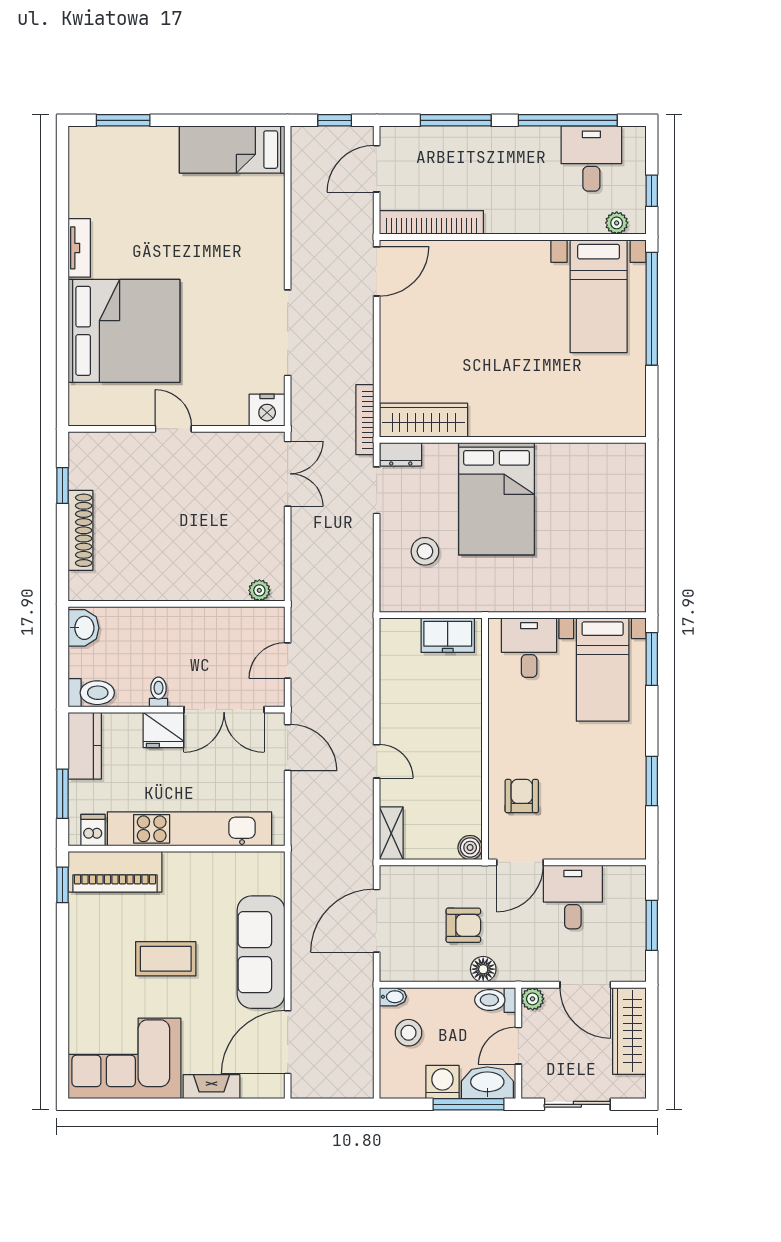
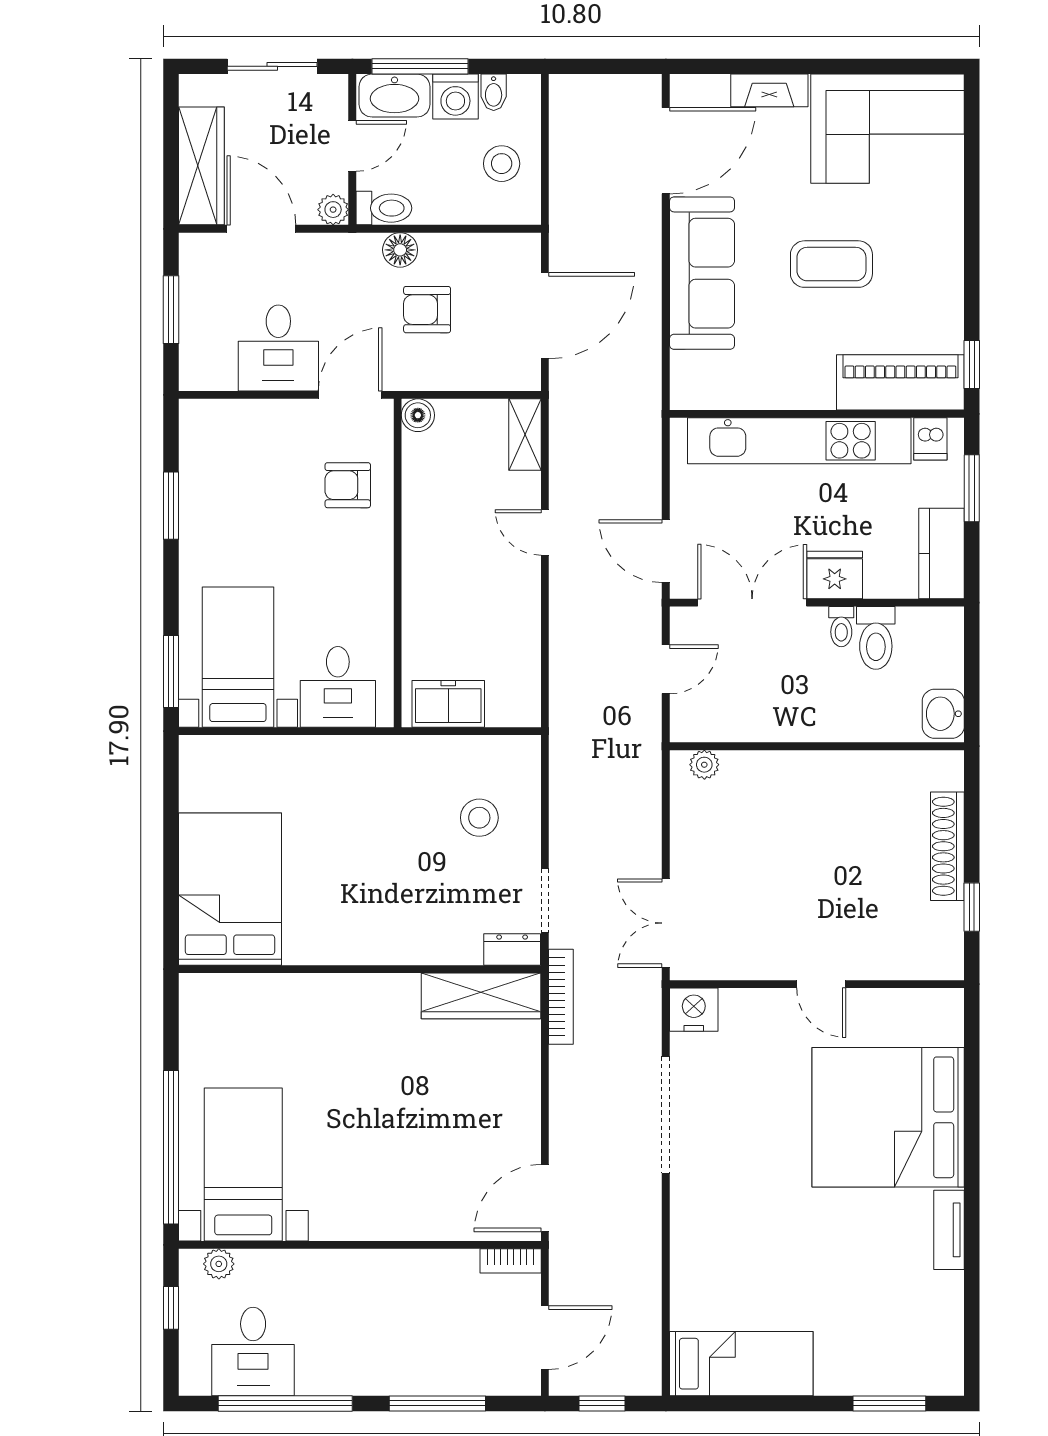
bookcase: (431, 222) -> (511, 1261), width x0.43, depth x0.76
bed: (496, 499) -> (230, 889), moved
toilet: (91, 693) -> (876, 638), moved, turned -90
armchair: (522, 796) -> (348, 485), turned 90
bidet: (393, 997) -> (494, 92), moved, turned -90

